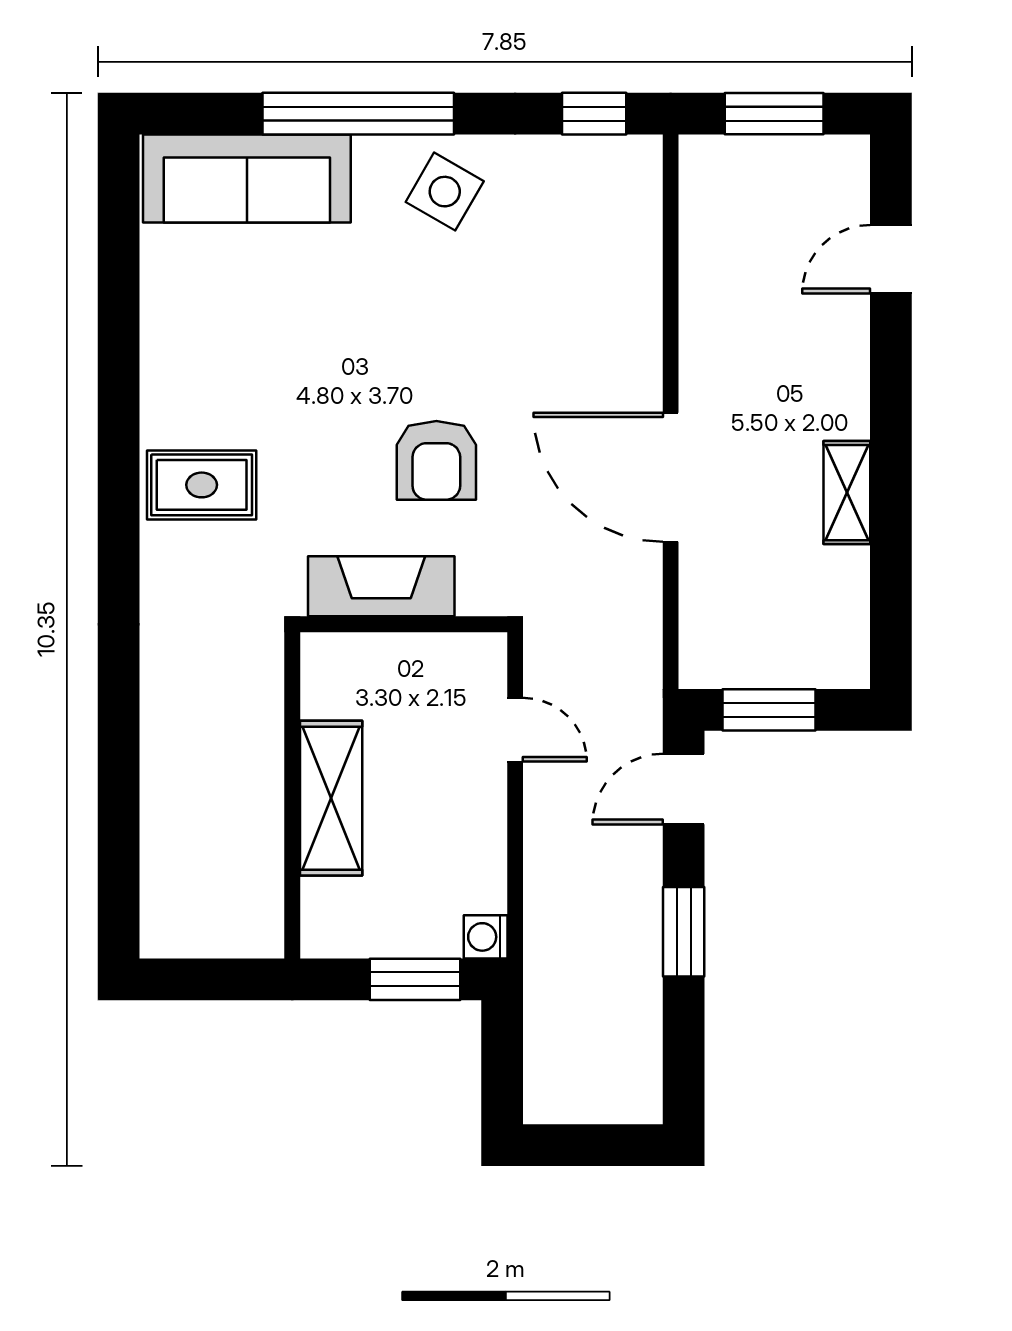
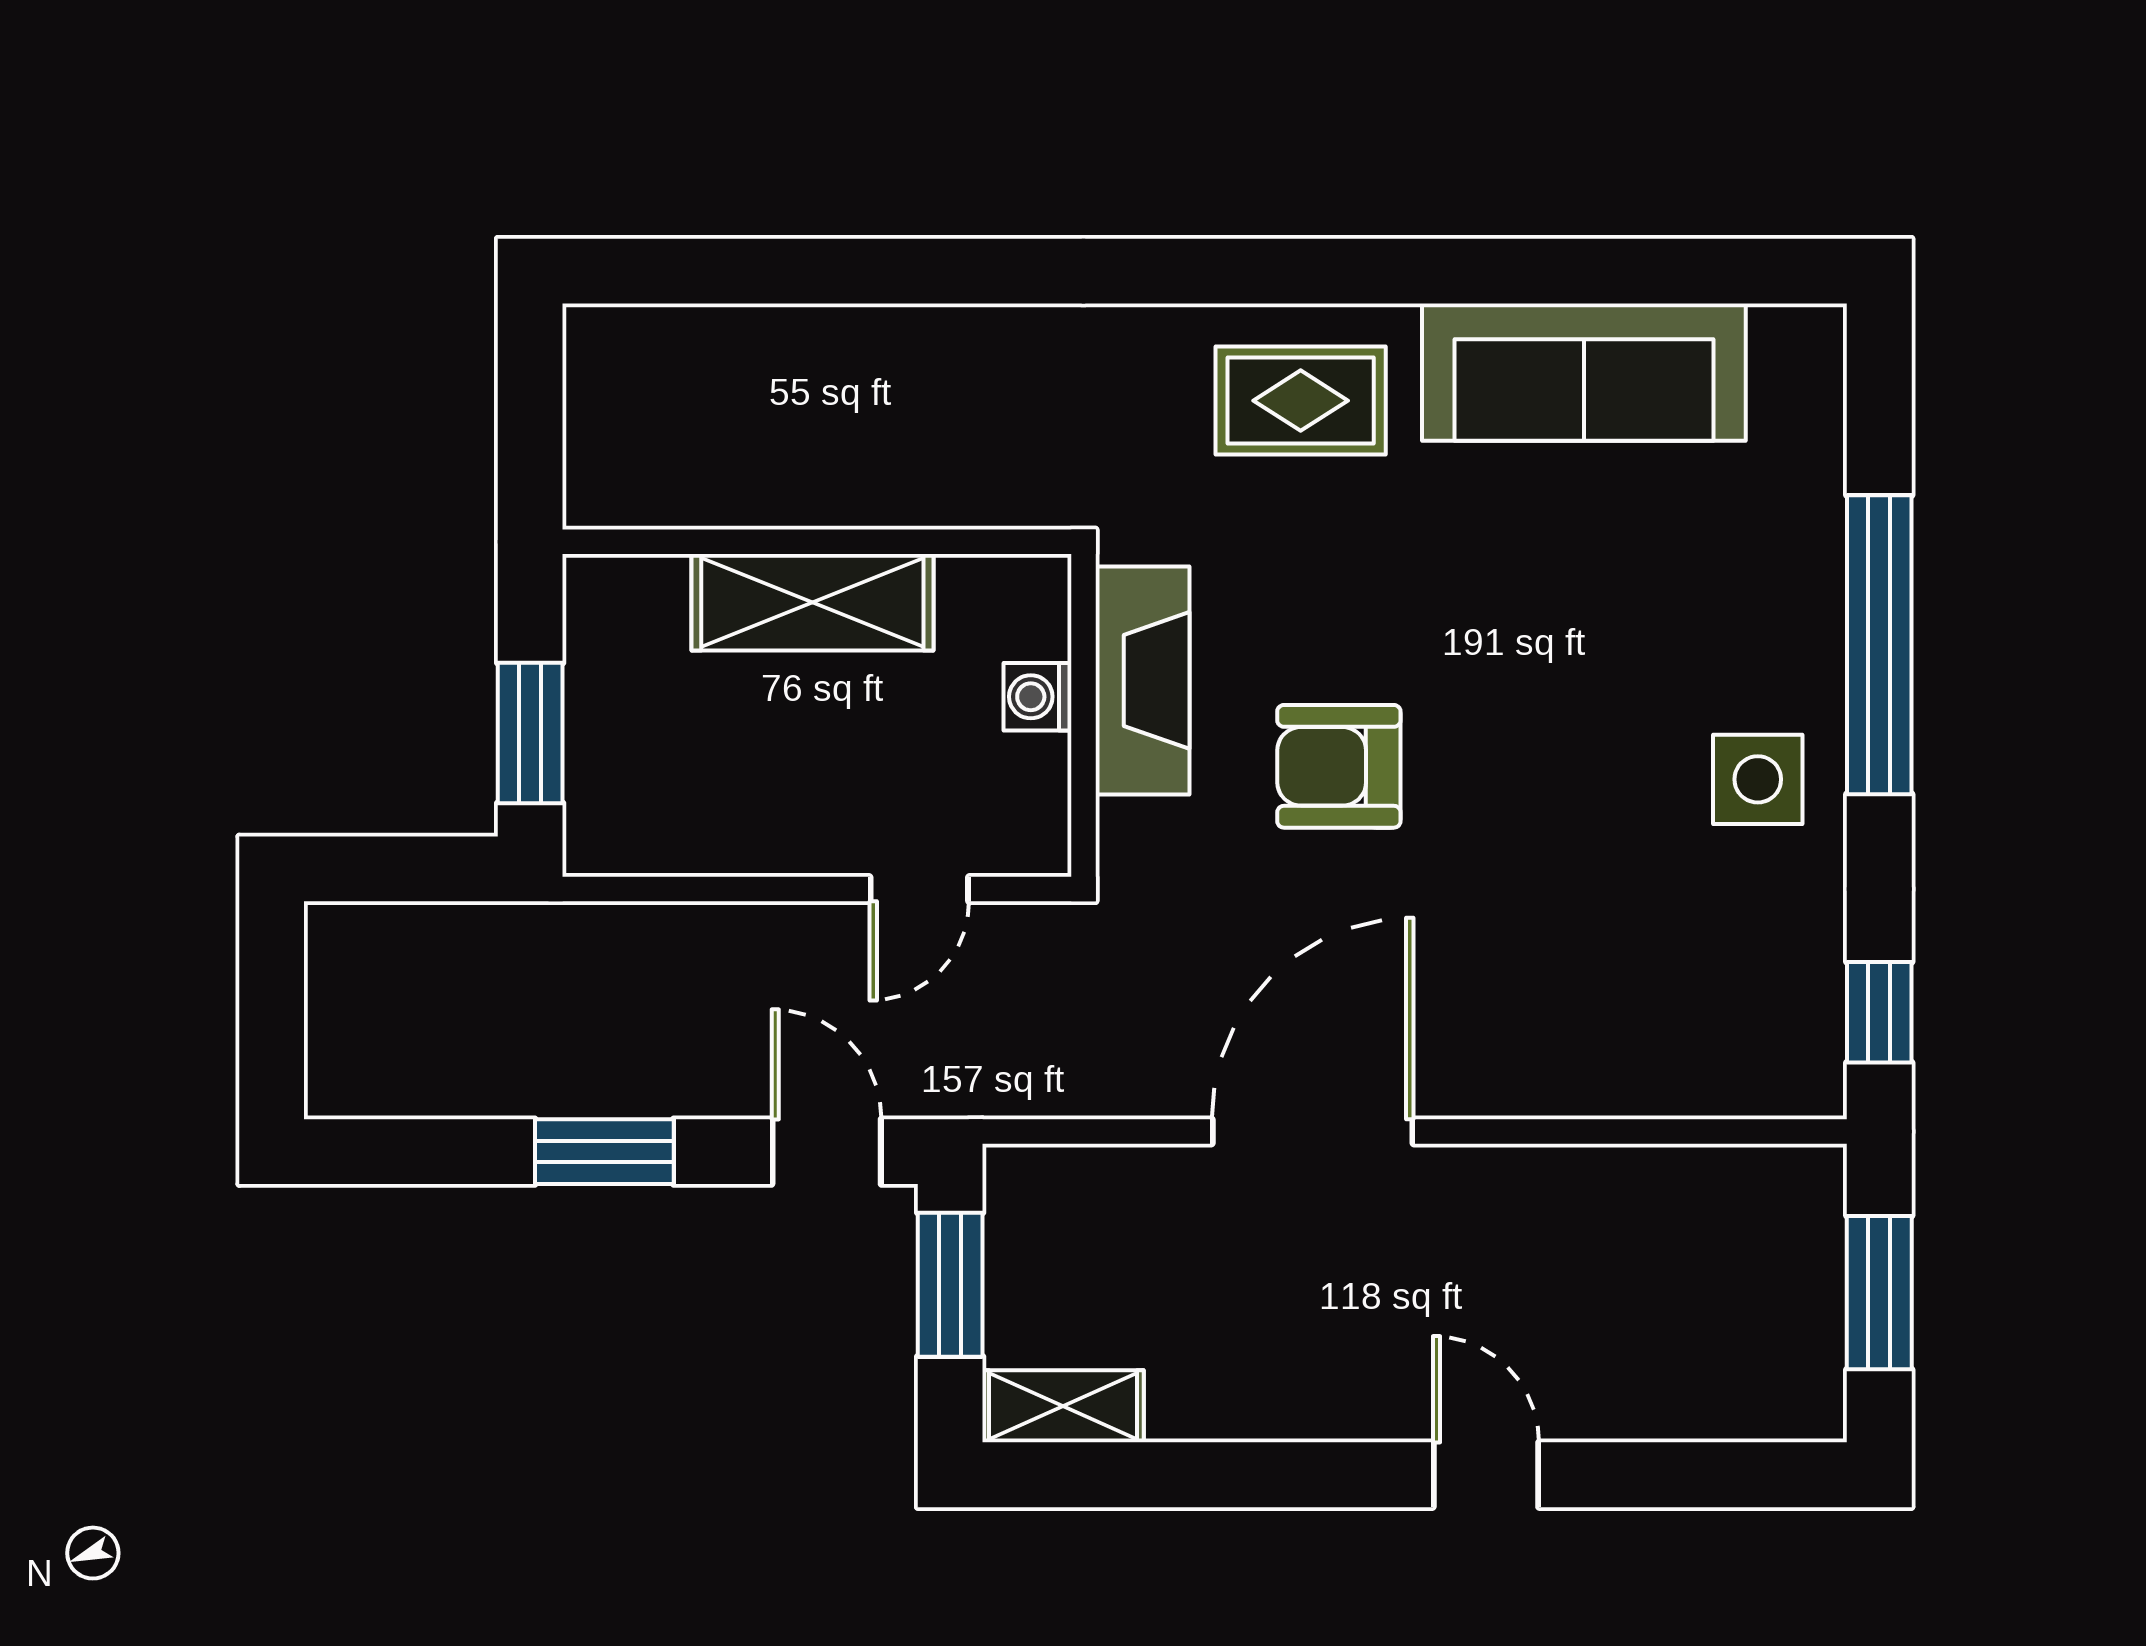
sofa: (247, 179) -> (1584, 372), moved, turned -90
side table: (445, 192) -> (1758, 779), turned -30
door: (891, 259) -> (1486, 1475), moved
rug: (202, 485) -> (1301, 401), turned 90
shelving: (847, 493) -> (1063, 1406), moved
washing machine: (486, 937) -> (1038, 697), moved, turned -90

